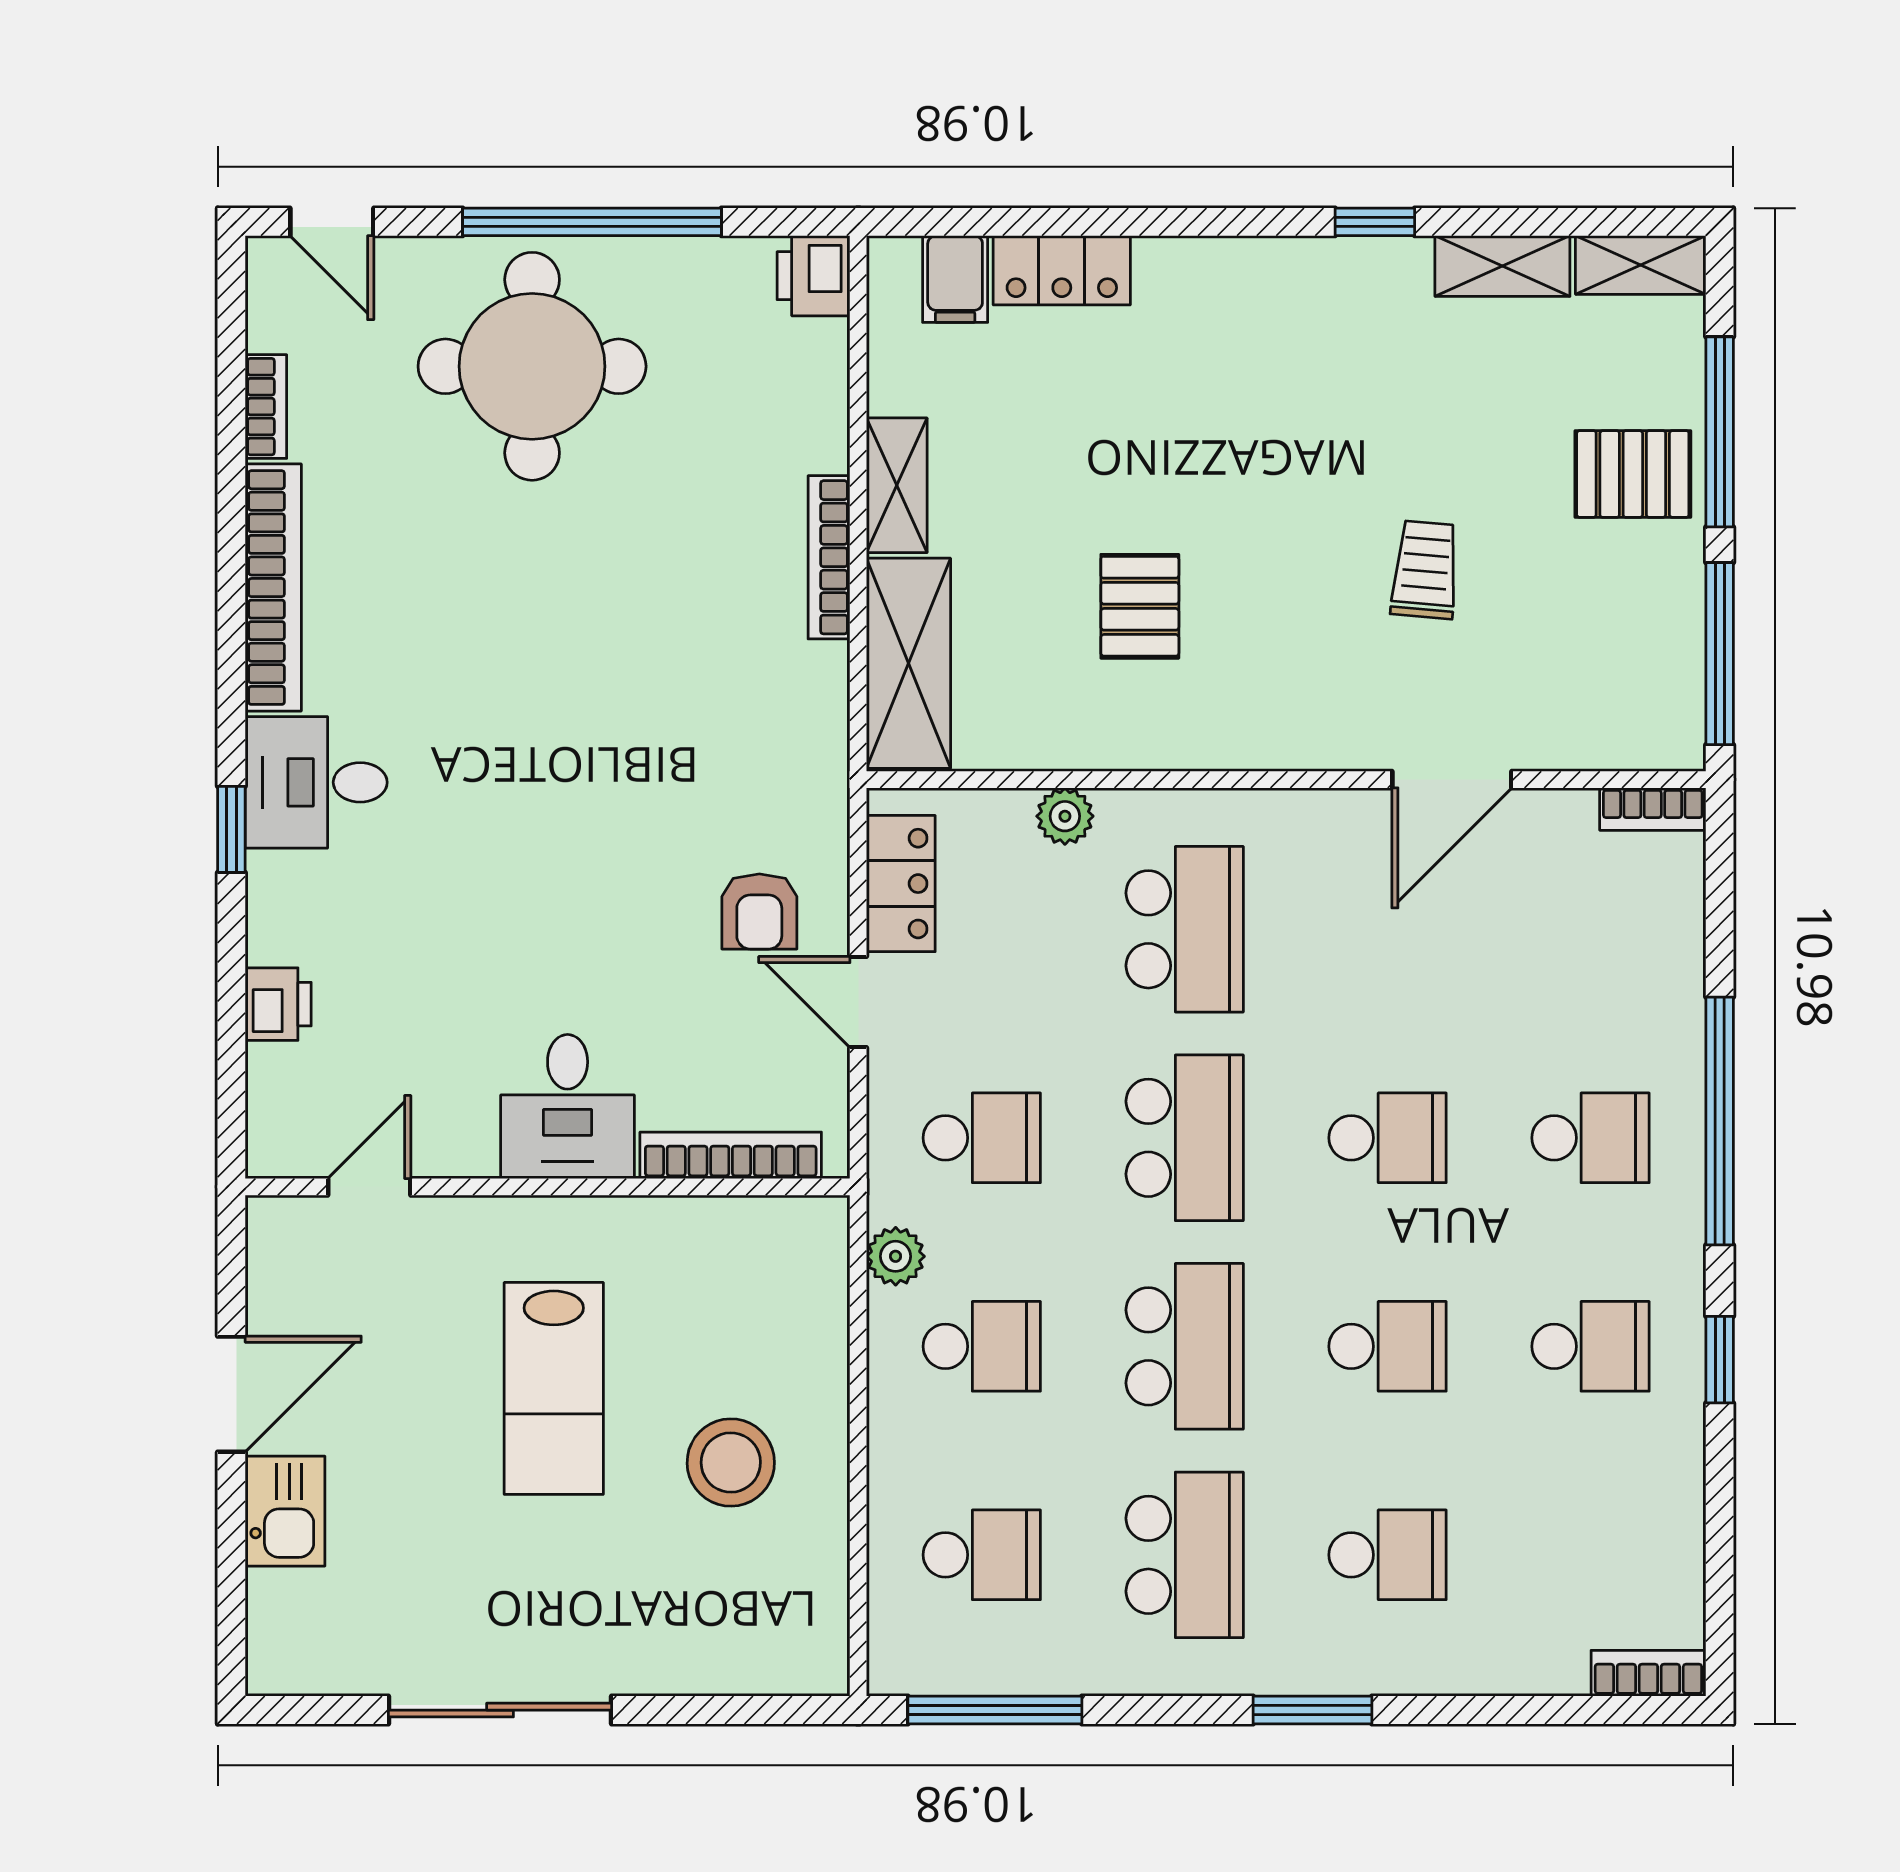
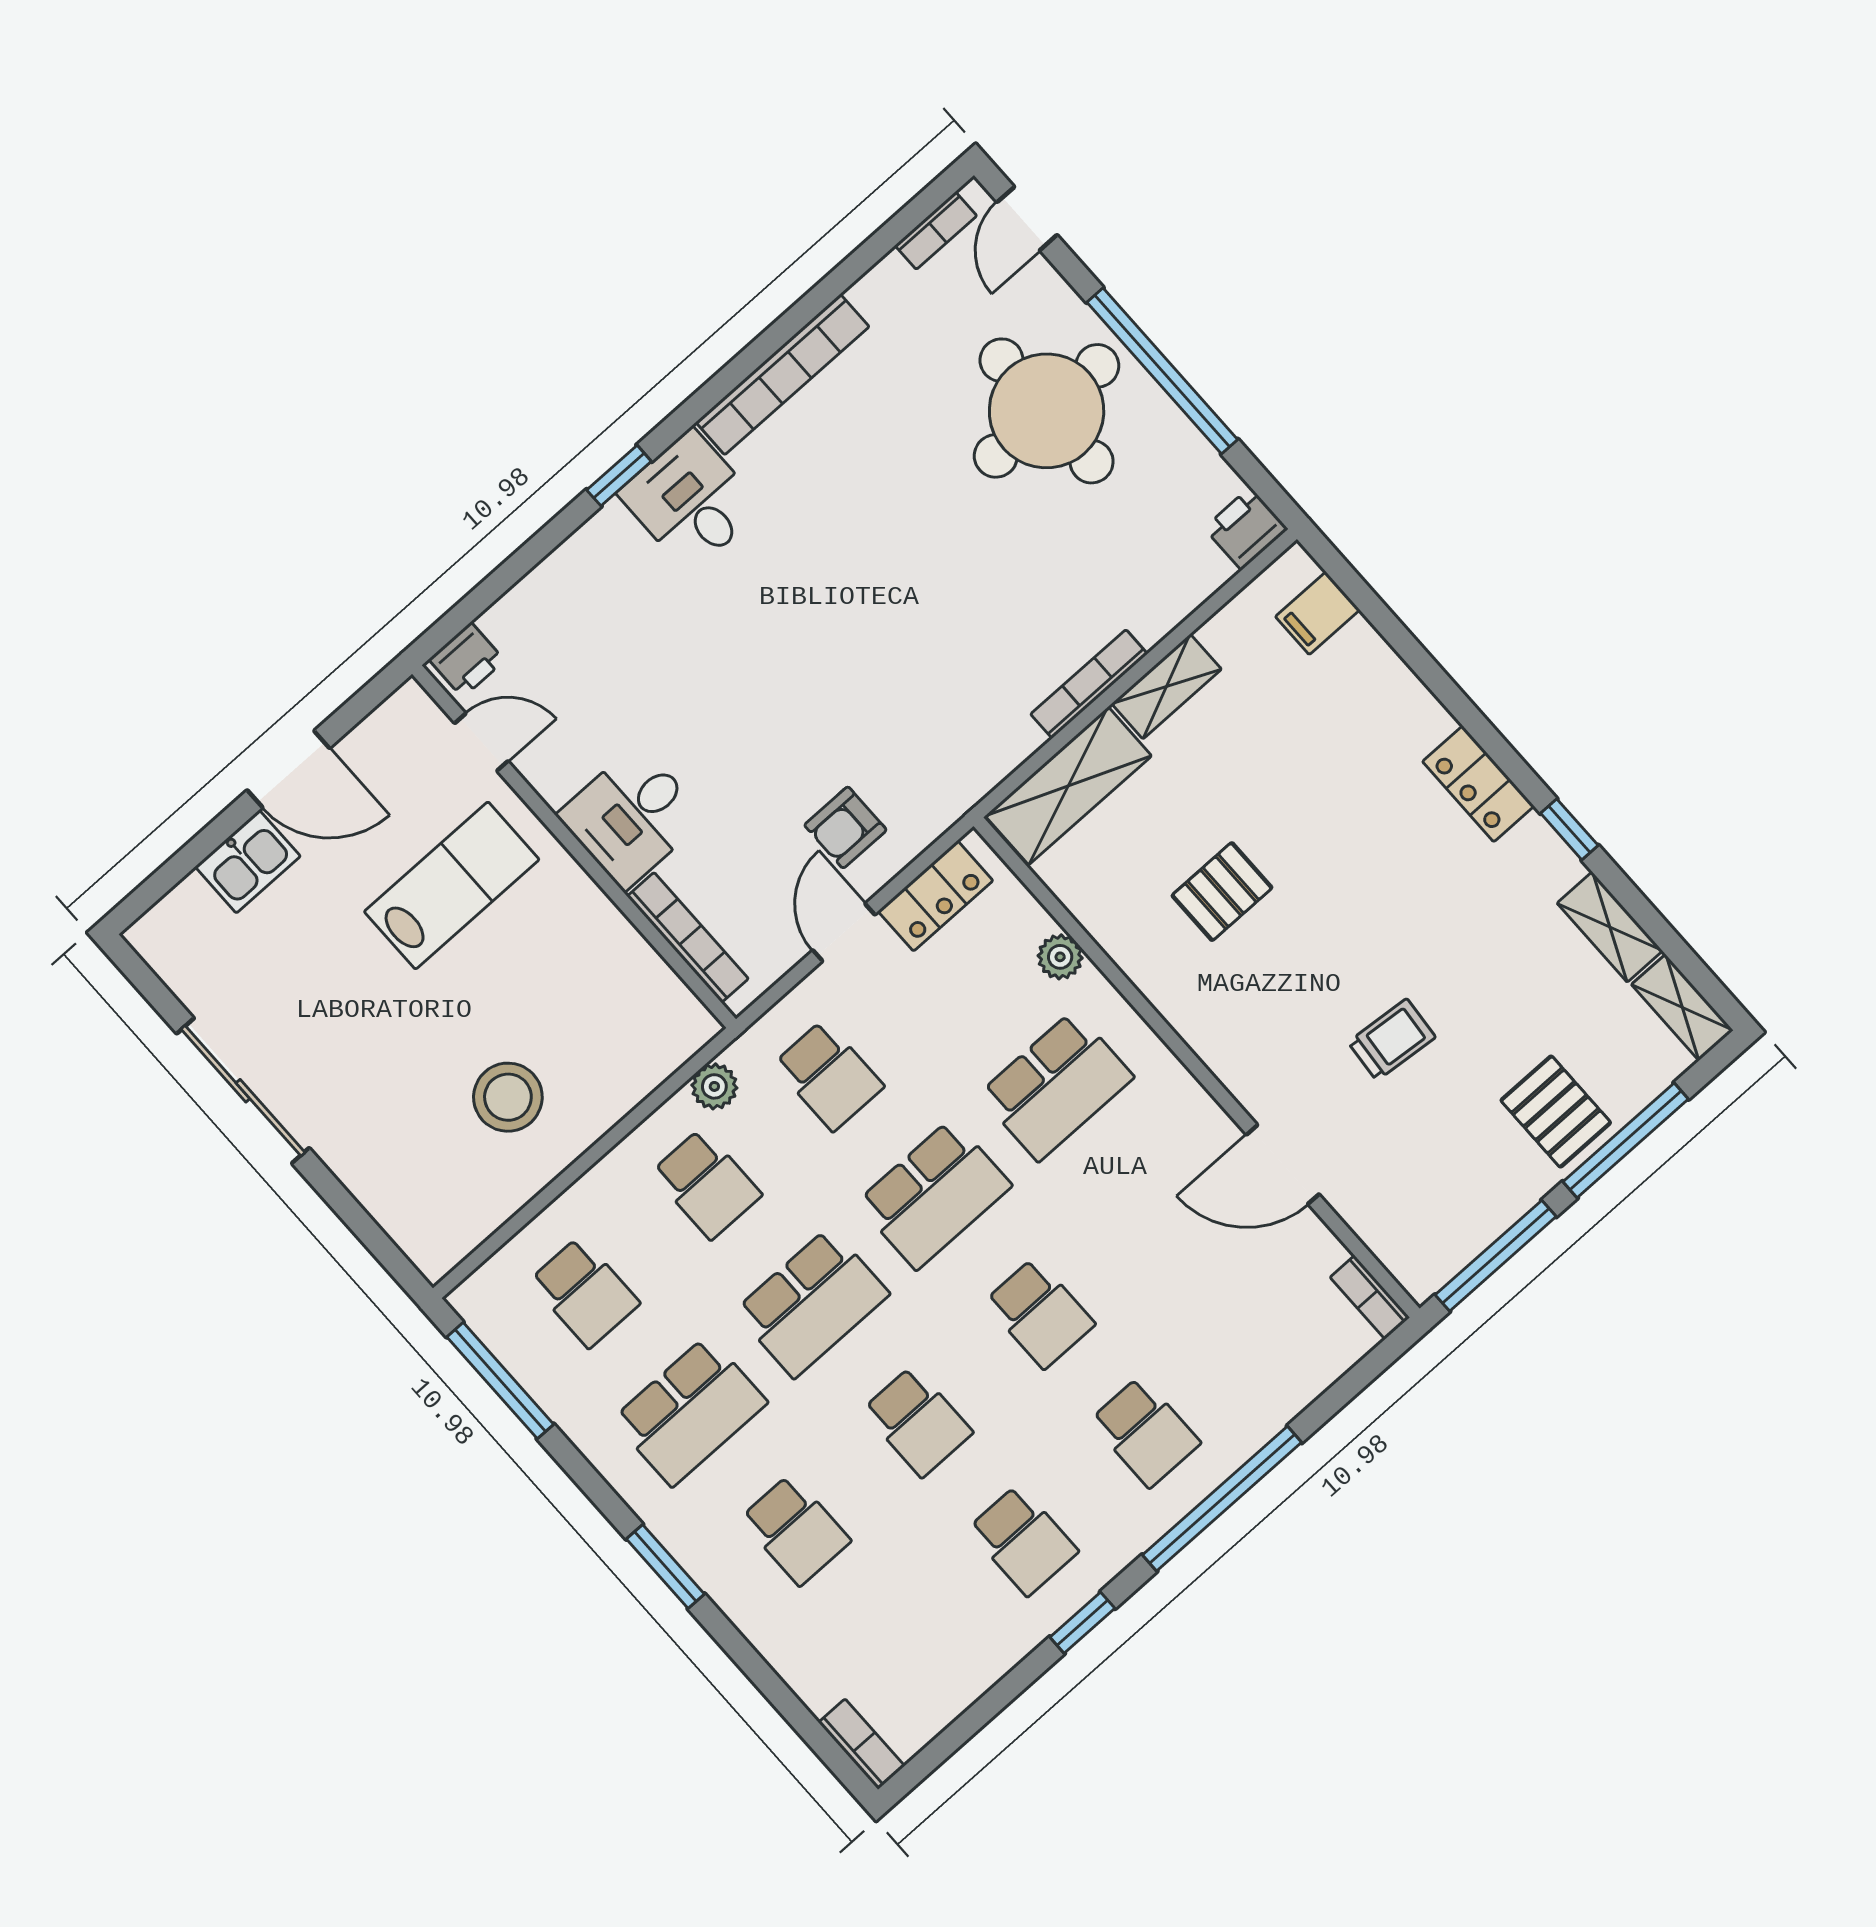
locker: (1062, 270) -> (1478, 784), moved
bookcase: (266, 407) -> (936, 231), moved
printer: (278, 1004) -> (467, 660), moved
lab bench: (554, 1388) -> (452, 885), moved, turned 180

